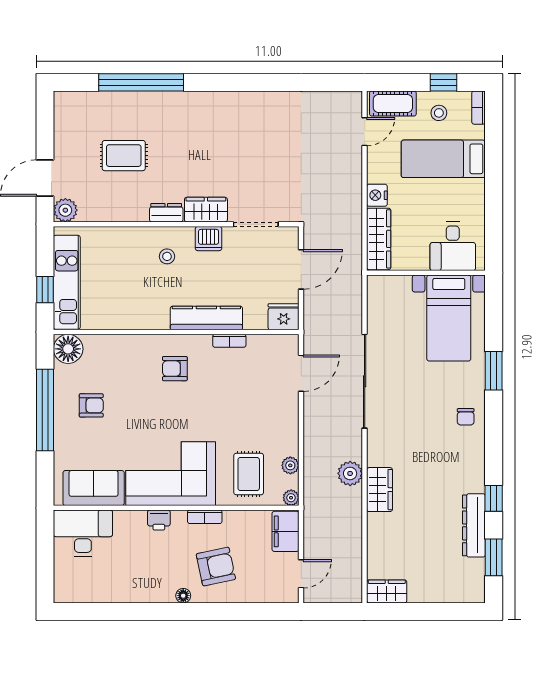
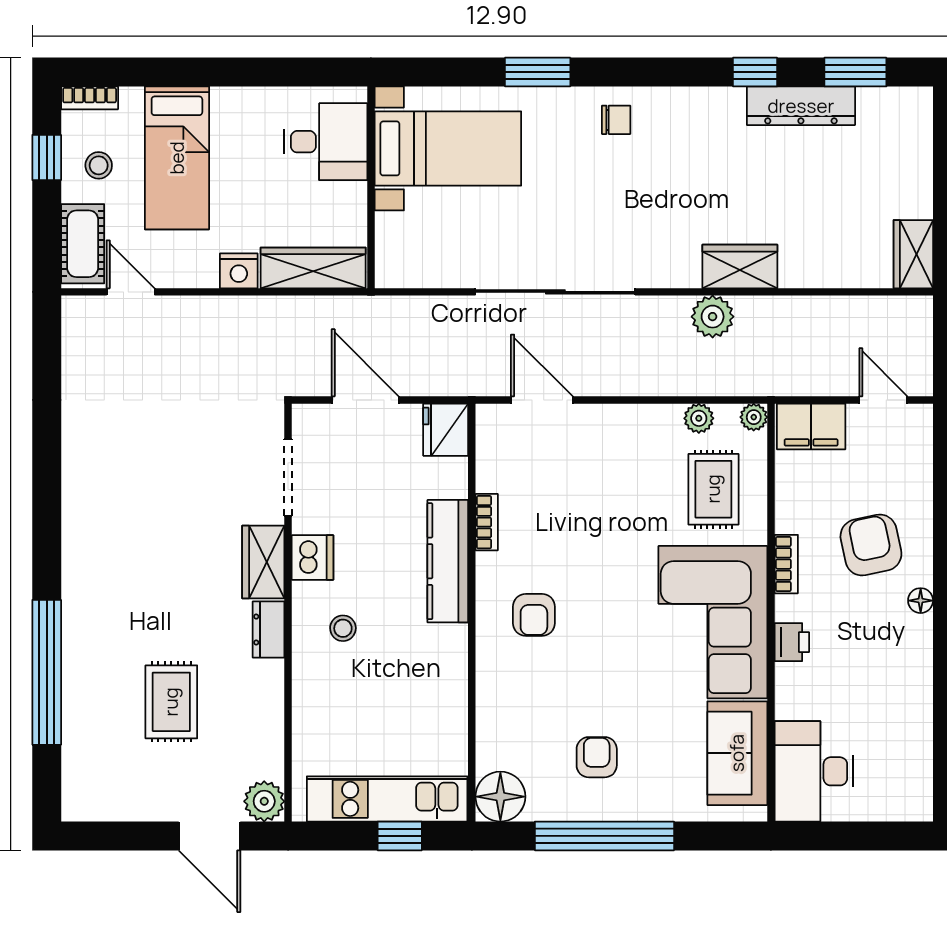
rug: (249, 474) -> (713, 489), turned 90

